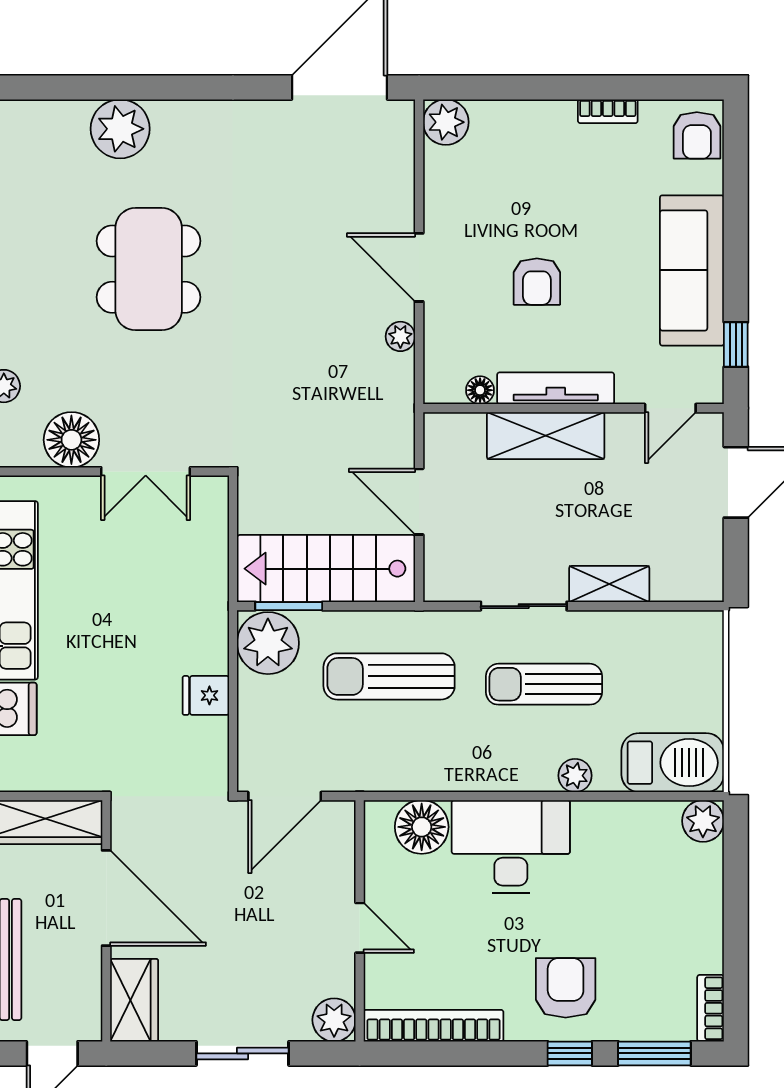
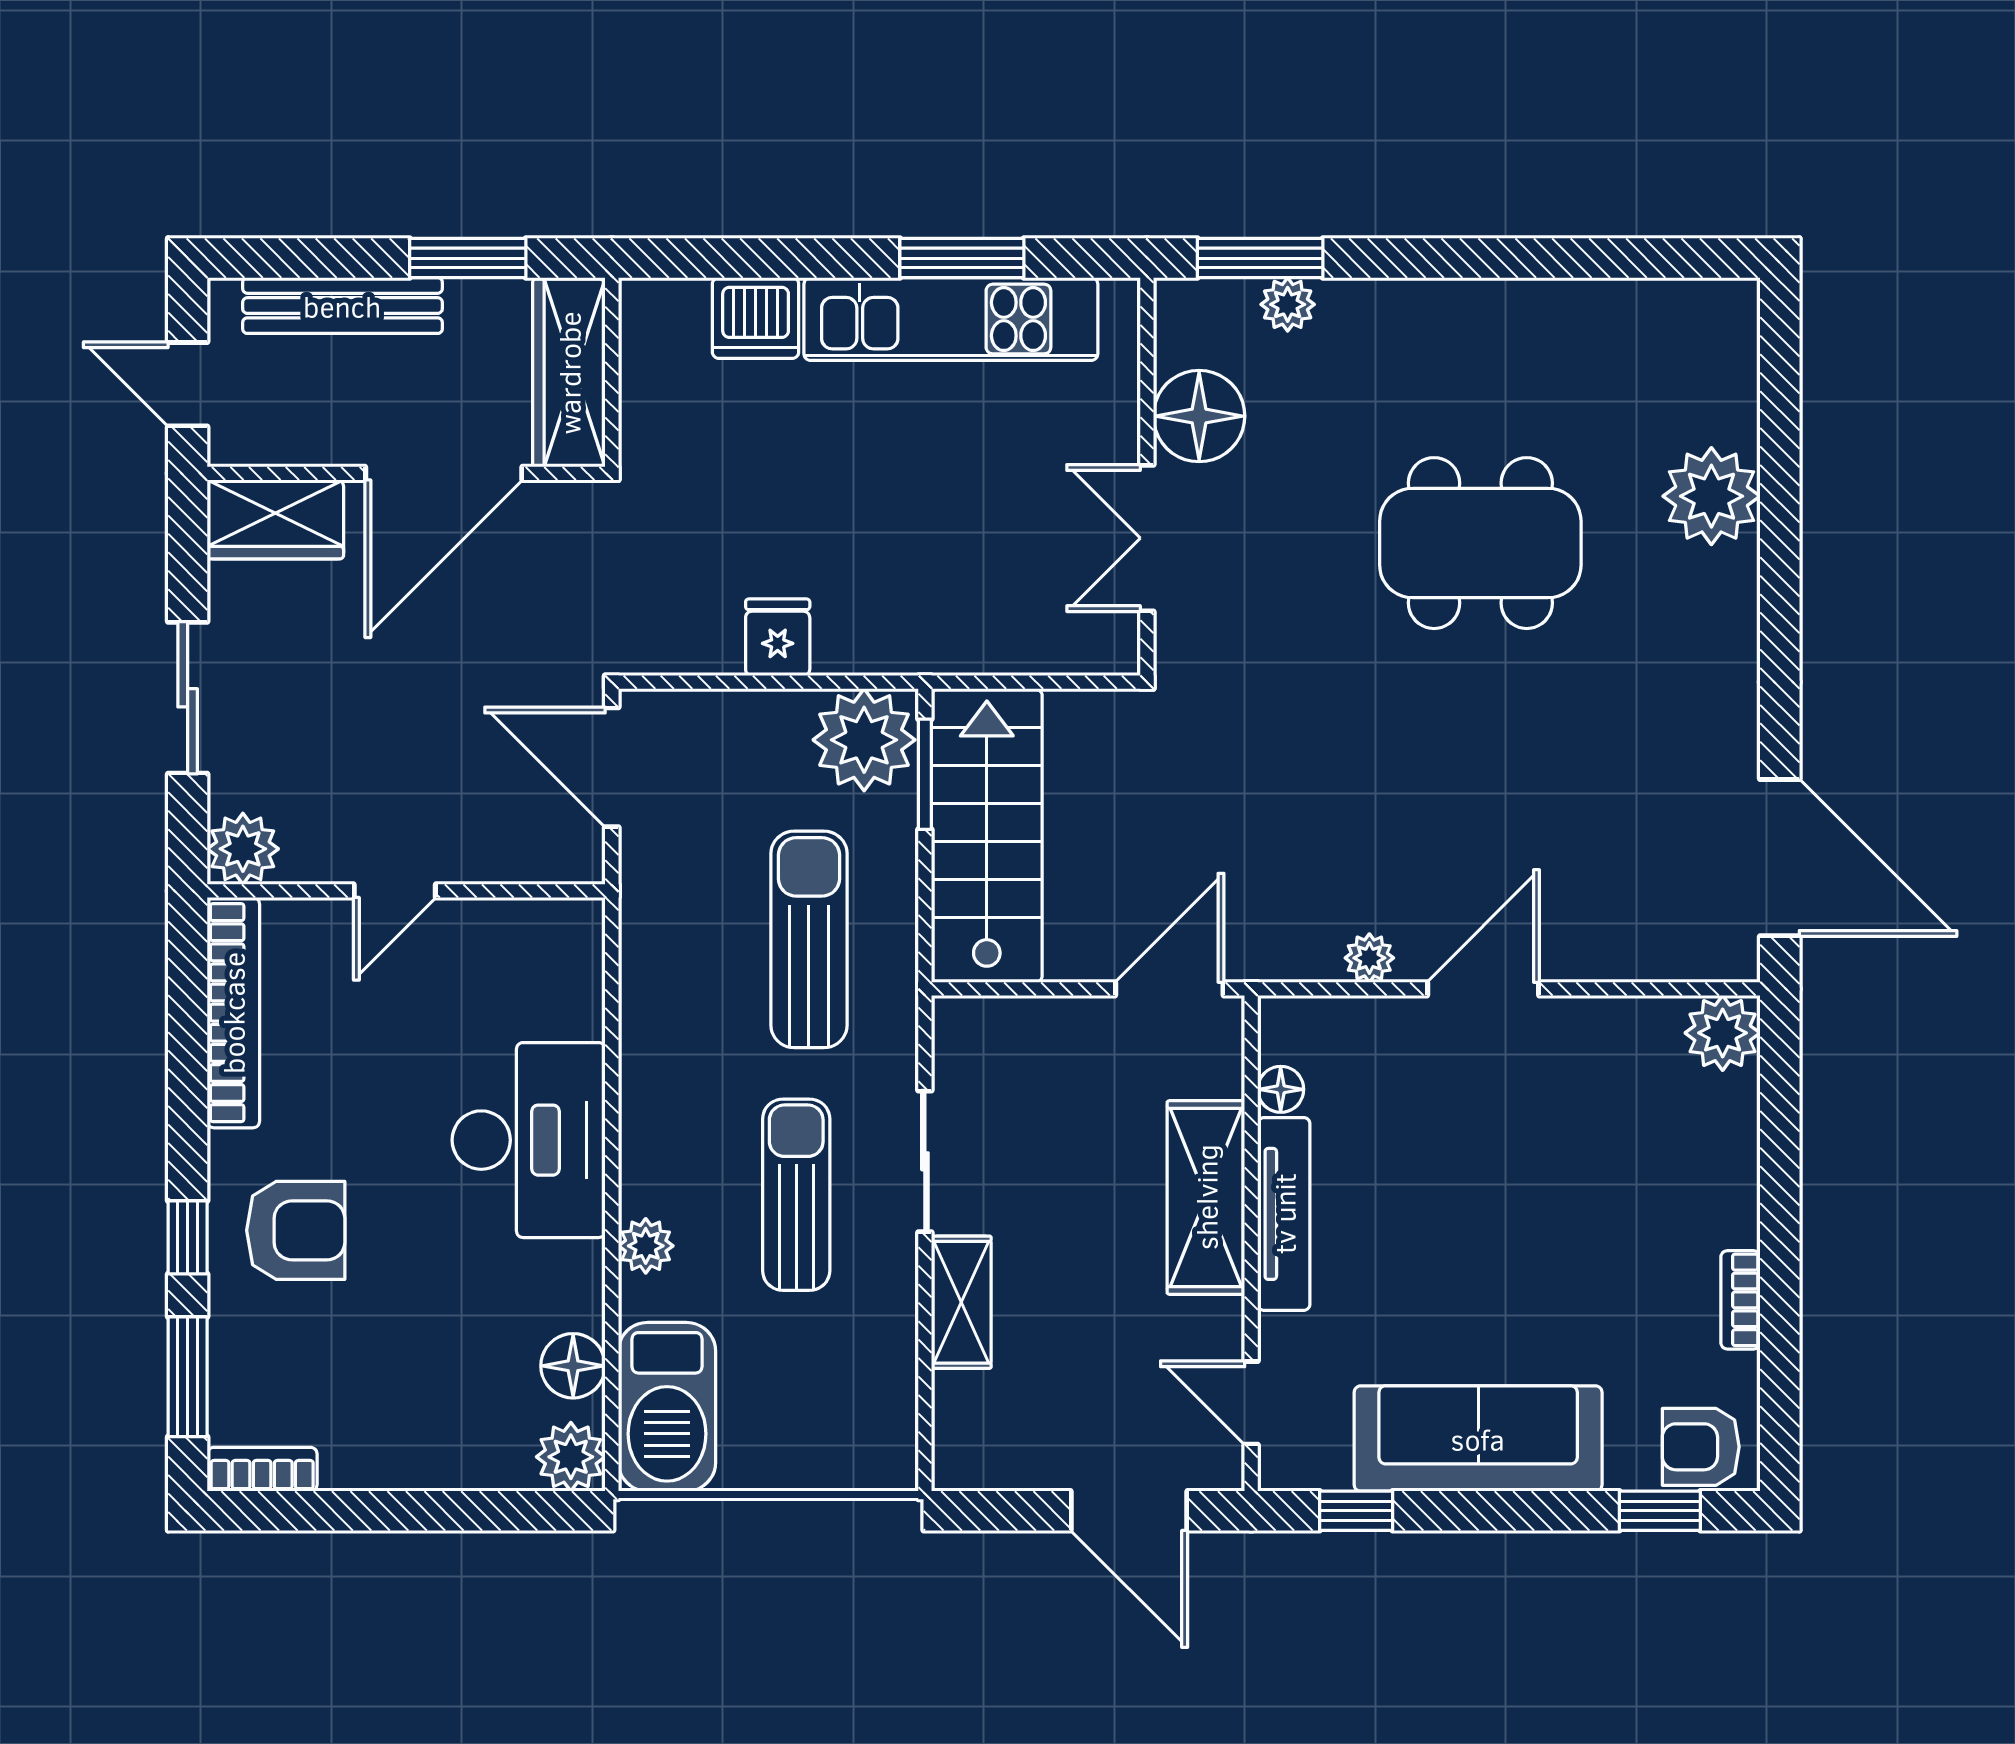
window: (736, 160) -> (1660, 1511), added
armchair: (537, 282) -> (1460, 1183), removed
door: (419, 502) -> (1169, 989), moved
floor lamp: (422, 827) -> (573, 1366), moved, width x0.73, depth x0.73

